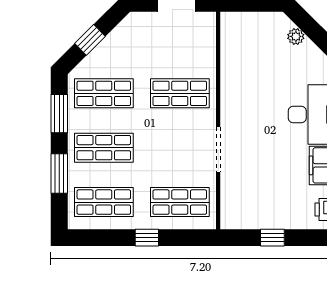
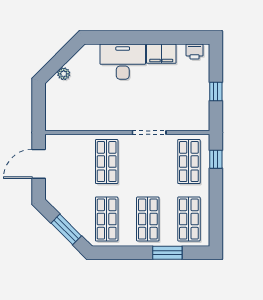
window: (90, 40) -> (66, 229), width x1.50
window: (59, 114) -> (122, 253), removed
window: (147, 238) -> (216, 159), moved

